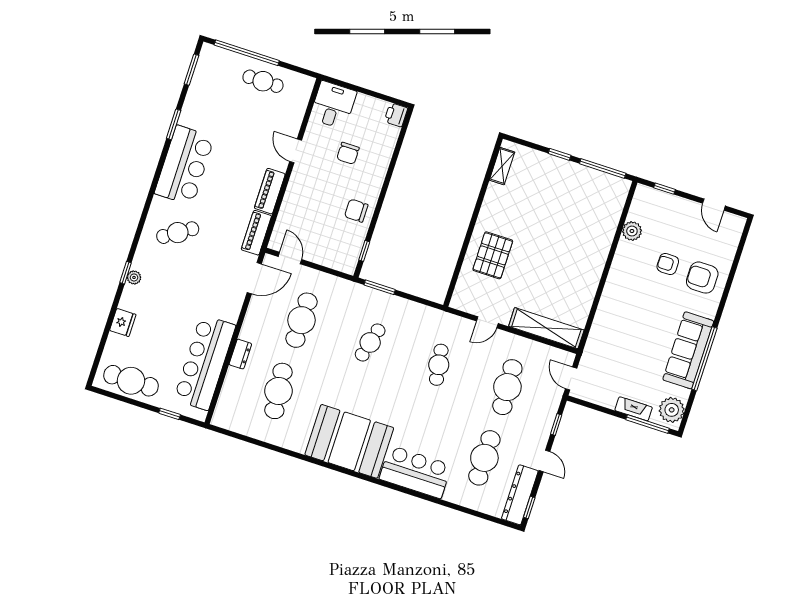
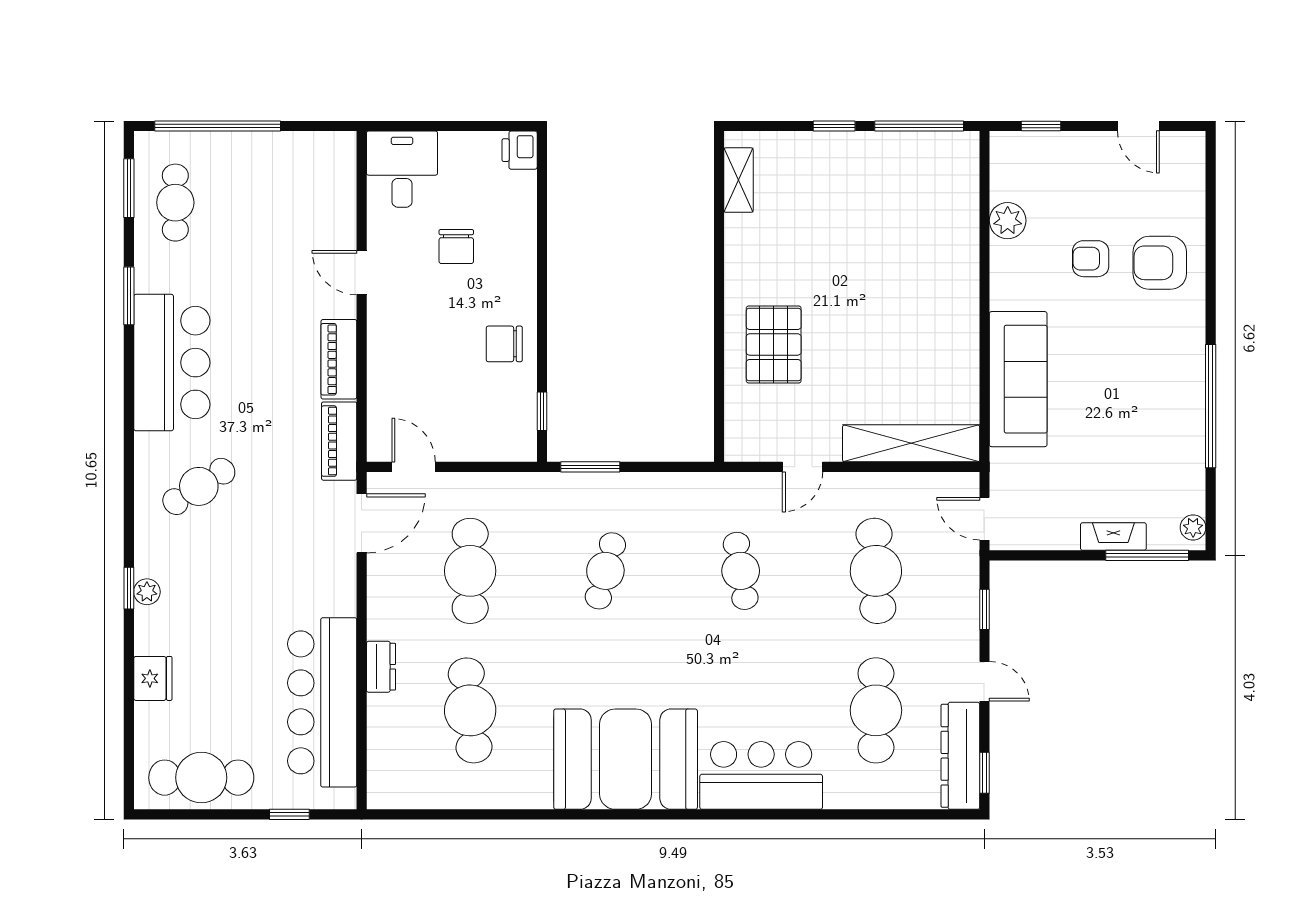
cafe table: (263, 81) -> (175, 203), moved, turned 90
sofa: (688, 350) -> (1018, 379), moved, turned 180
plant: (672, 410) -> (1193, 528), width x0.53, depth x0.53

